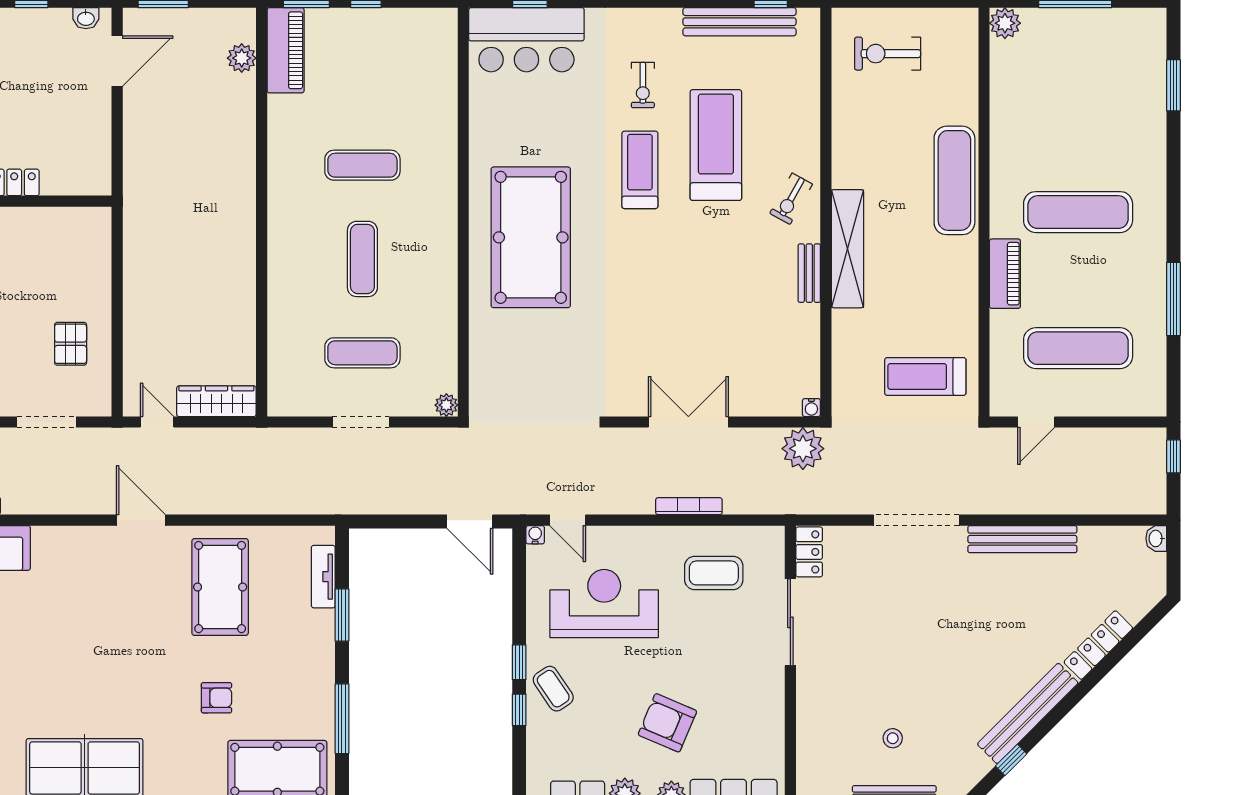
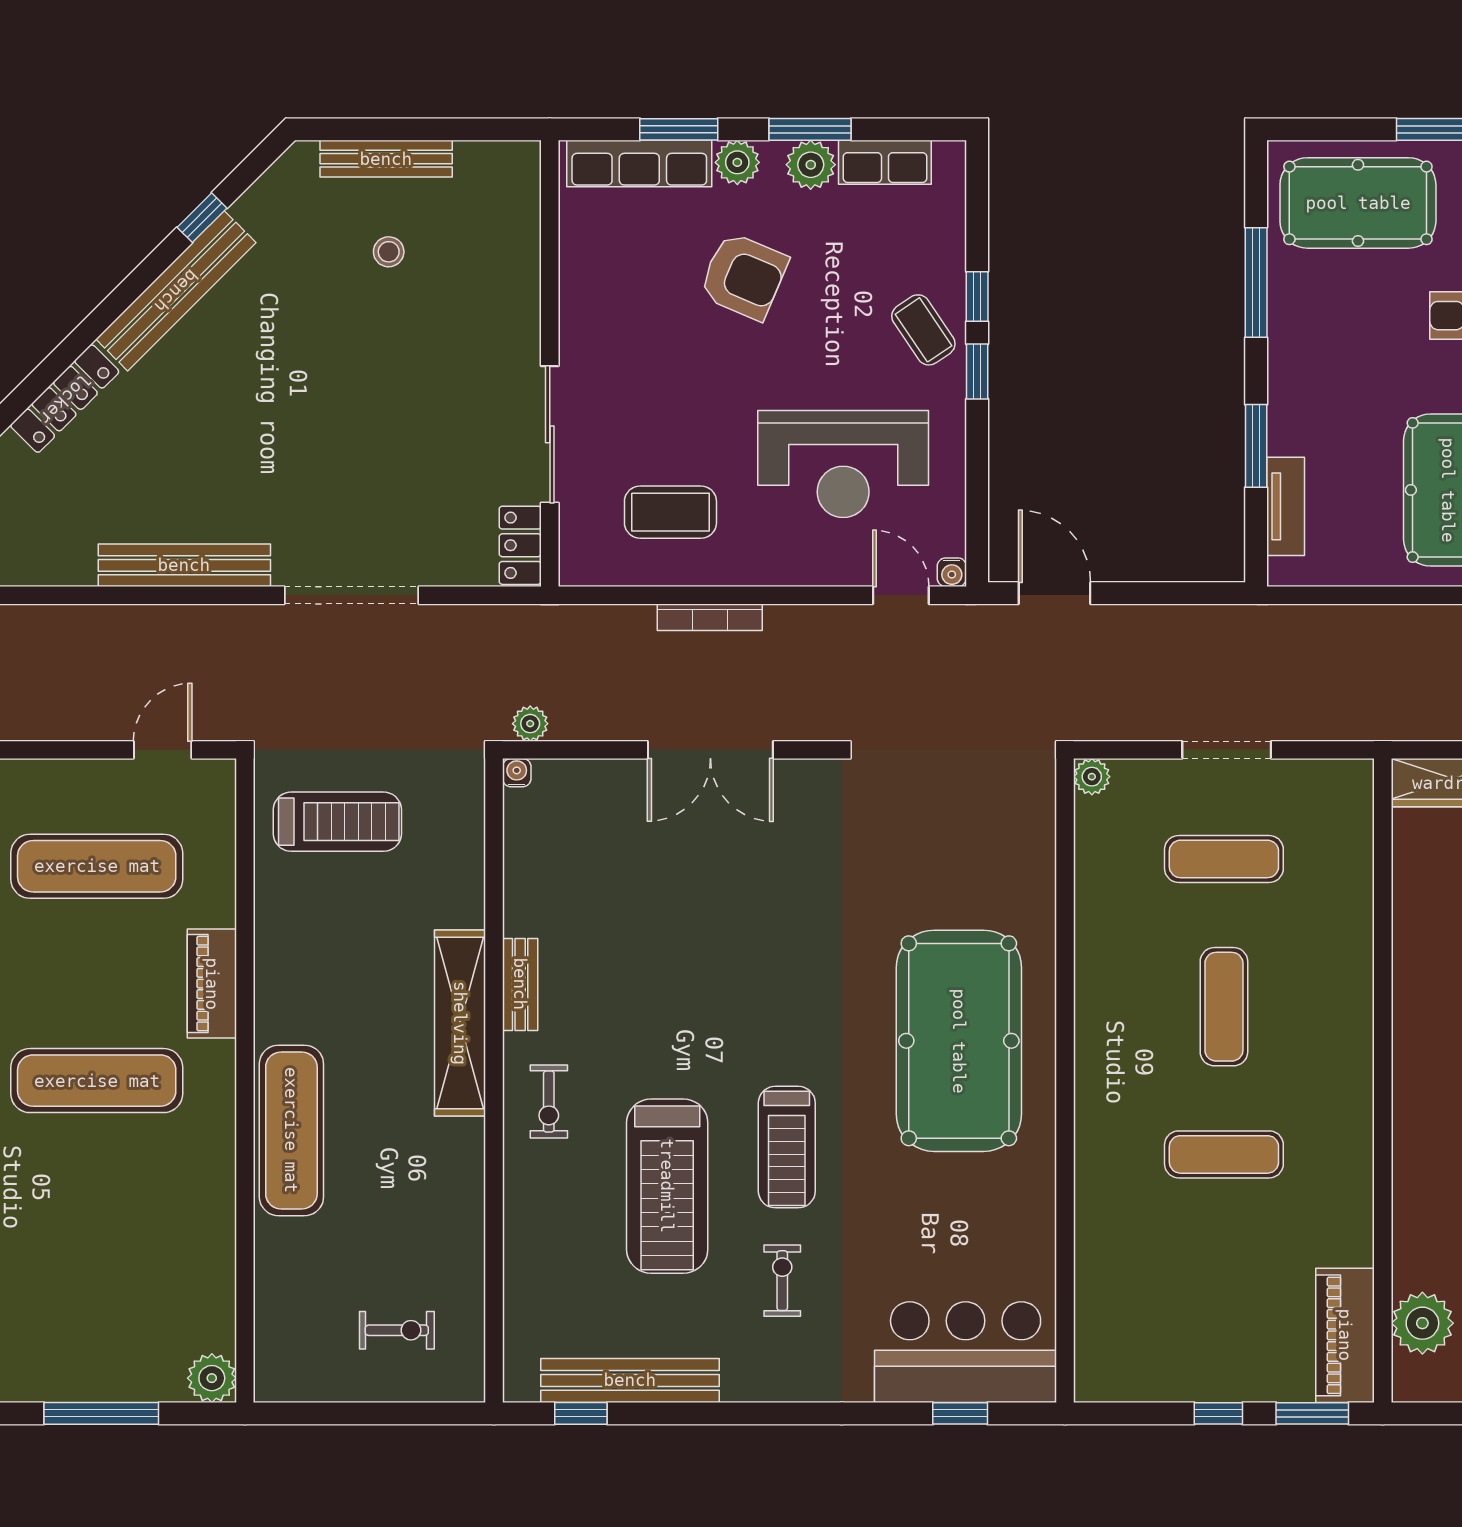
exercise bike: (888, 54) -> (397, 1330), width x0.73, depth x0.72
plant: (242, 58) -> (1422, 1323), width x1.36, depth x1.36
exercise bike: (791, 199) -> (549, 1102), turned 151
plant: (803, 449) -> (530, 724), width x0.53, depth x0.53

